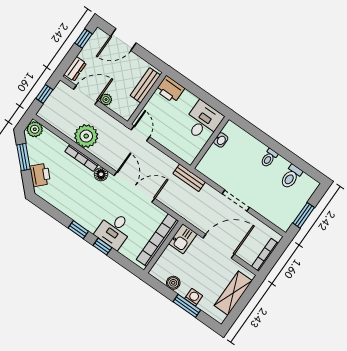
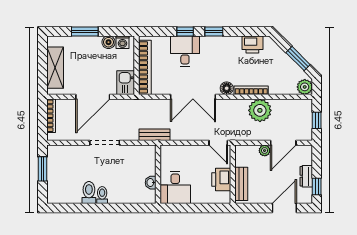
dresser: (75, 69) -> (306, 176), moved
printer: (170, 89) -> (221, 179), moved, turned -90
printer: (40, 175) -> (252, 44), moved, turned -45
toilet: (291, 177) -> (89, 193), moved
washing machine: (194, 297) -> (122, 42), moved

